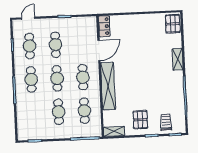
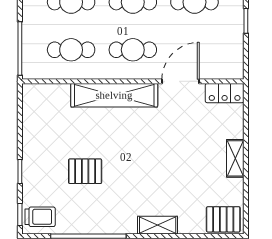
door: (99, 50) -> (181, 81), swing flipped
pallet: (140, 120) -> (85, 171), moved
trolley: (166, 122) -> (40, 217), moved
shelving: (114, 131) -> (235, 158), moved

